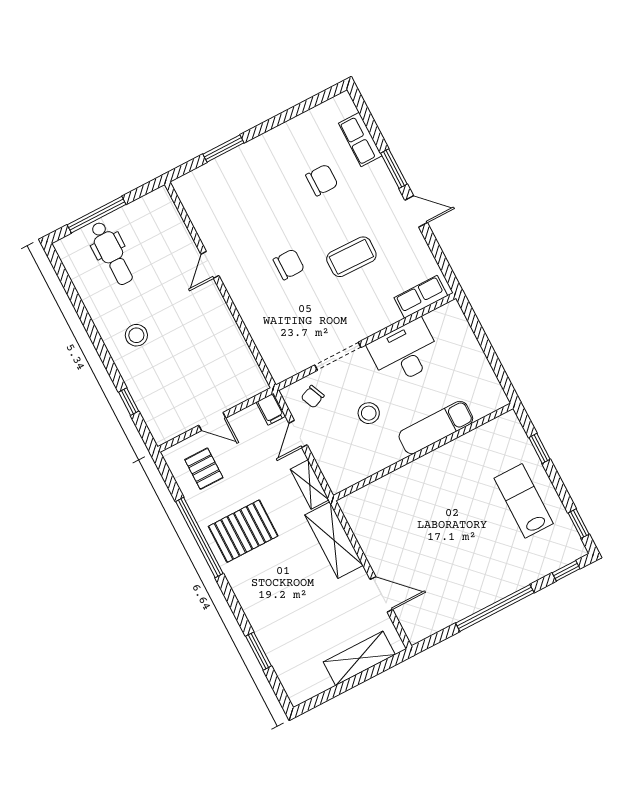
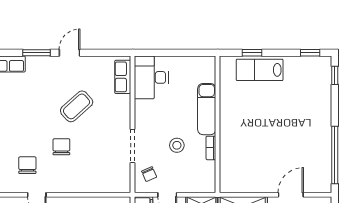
chair: (322, 180) -> (27, 165), moved
coffee table: (351, 257) -> (77, 106), turned 47
desk: (405, 352) -> (151, 77), moved
bookcase: (388, 459) -> (211, 148), added
lab bench: (524, 501) -> (260, 70), moved
window: (495, 608) -> (335, 155), moved

